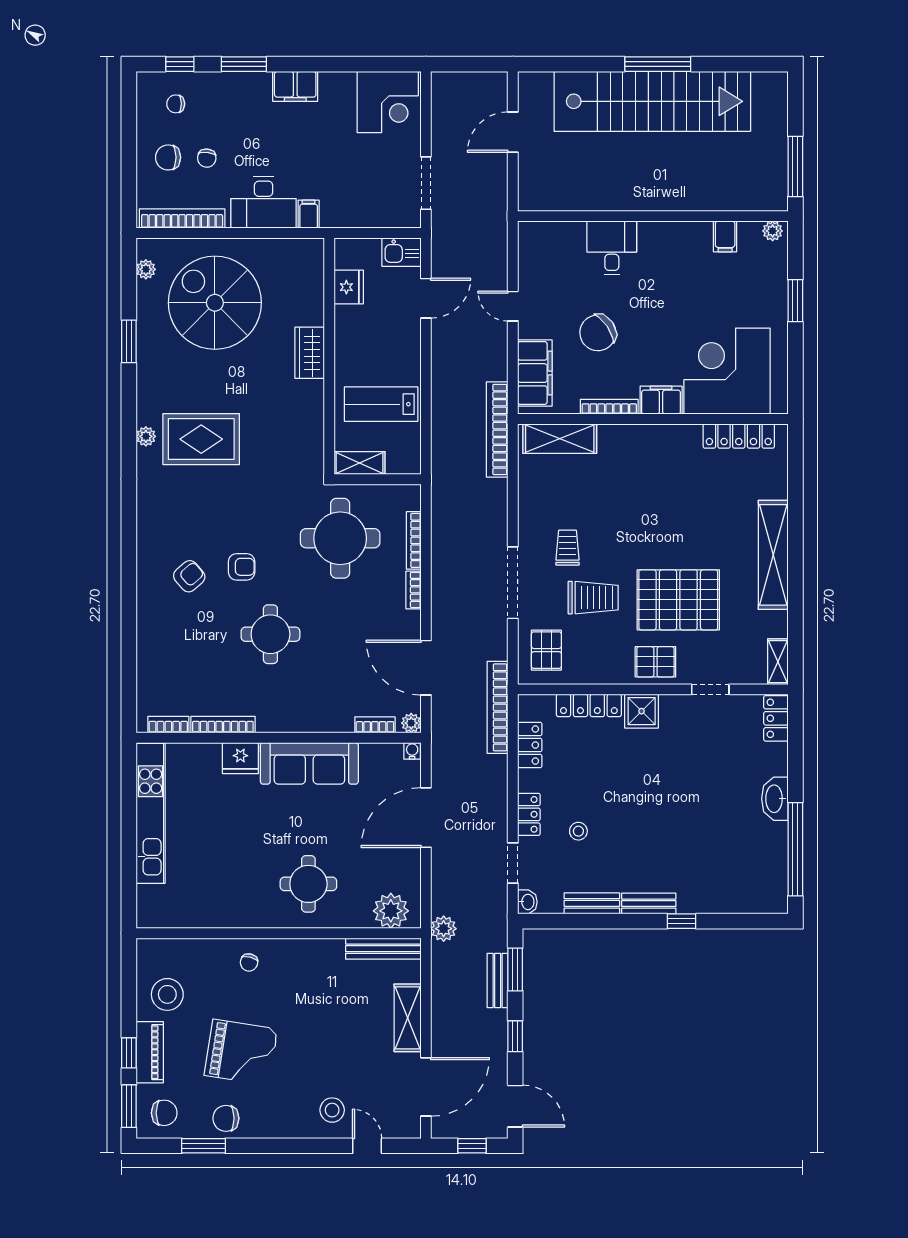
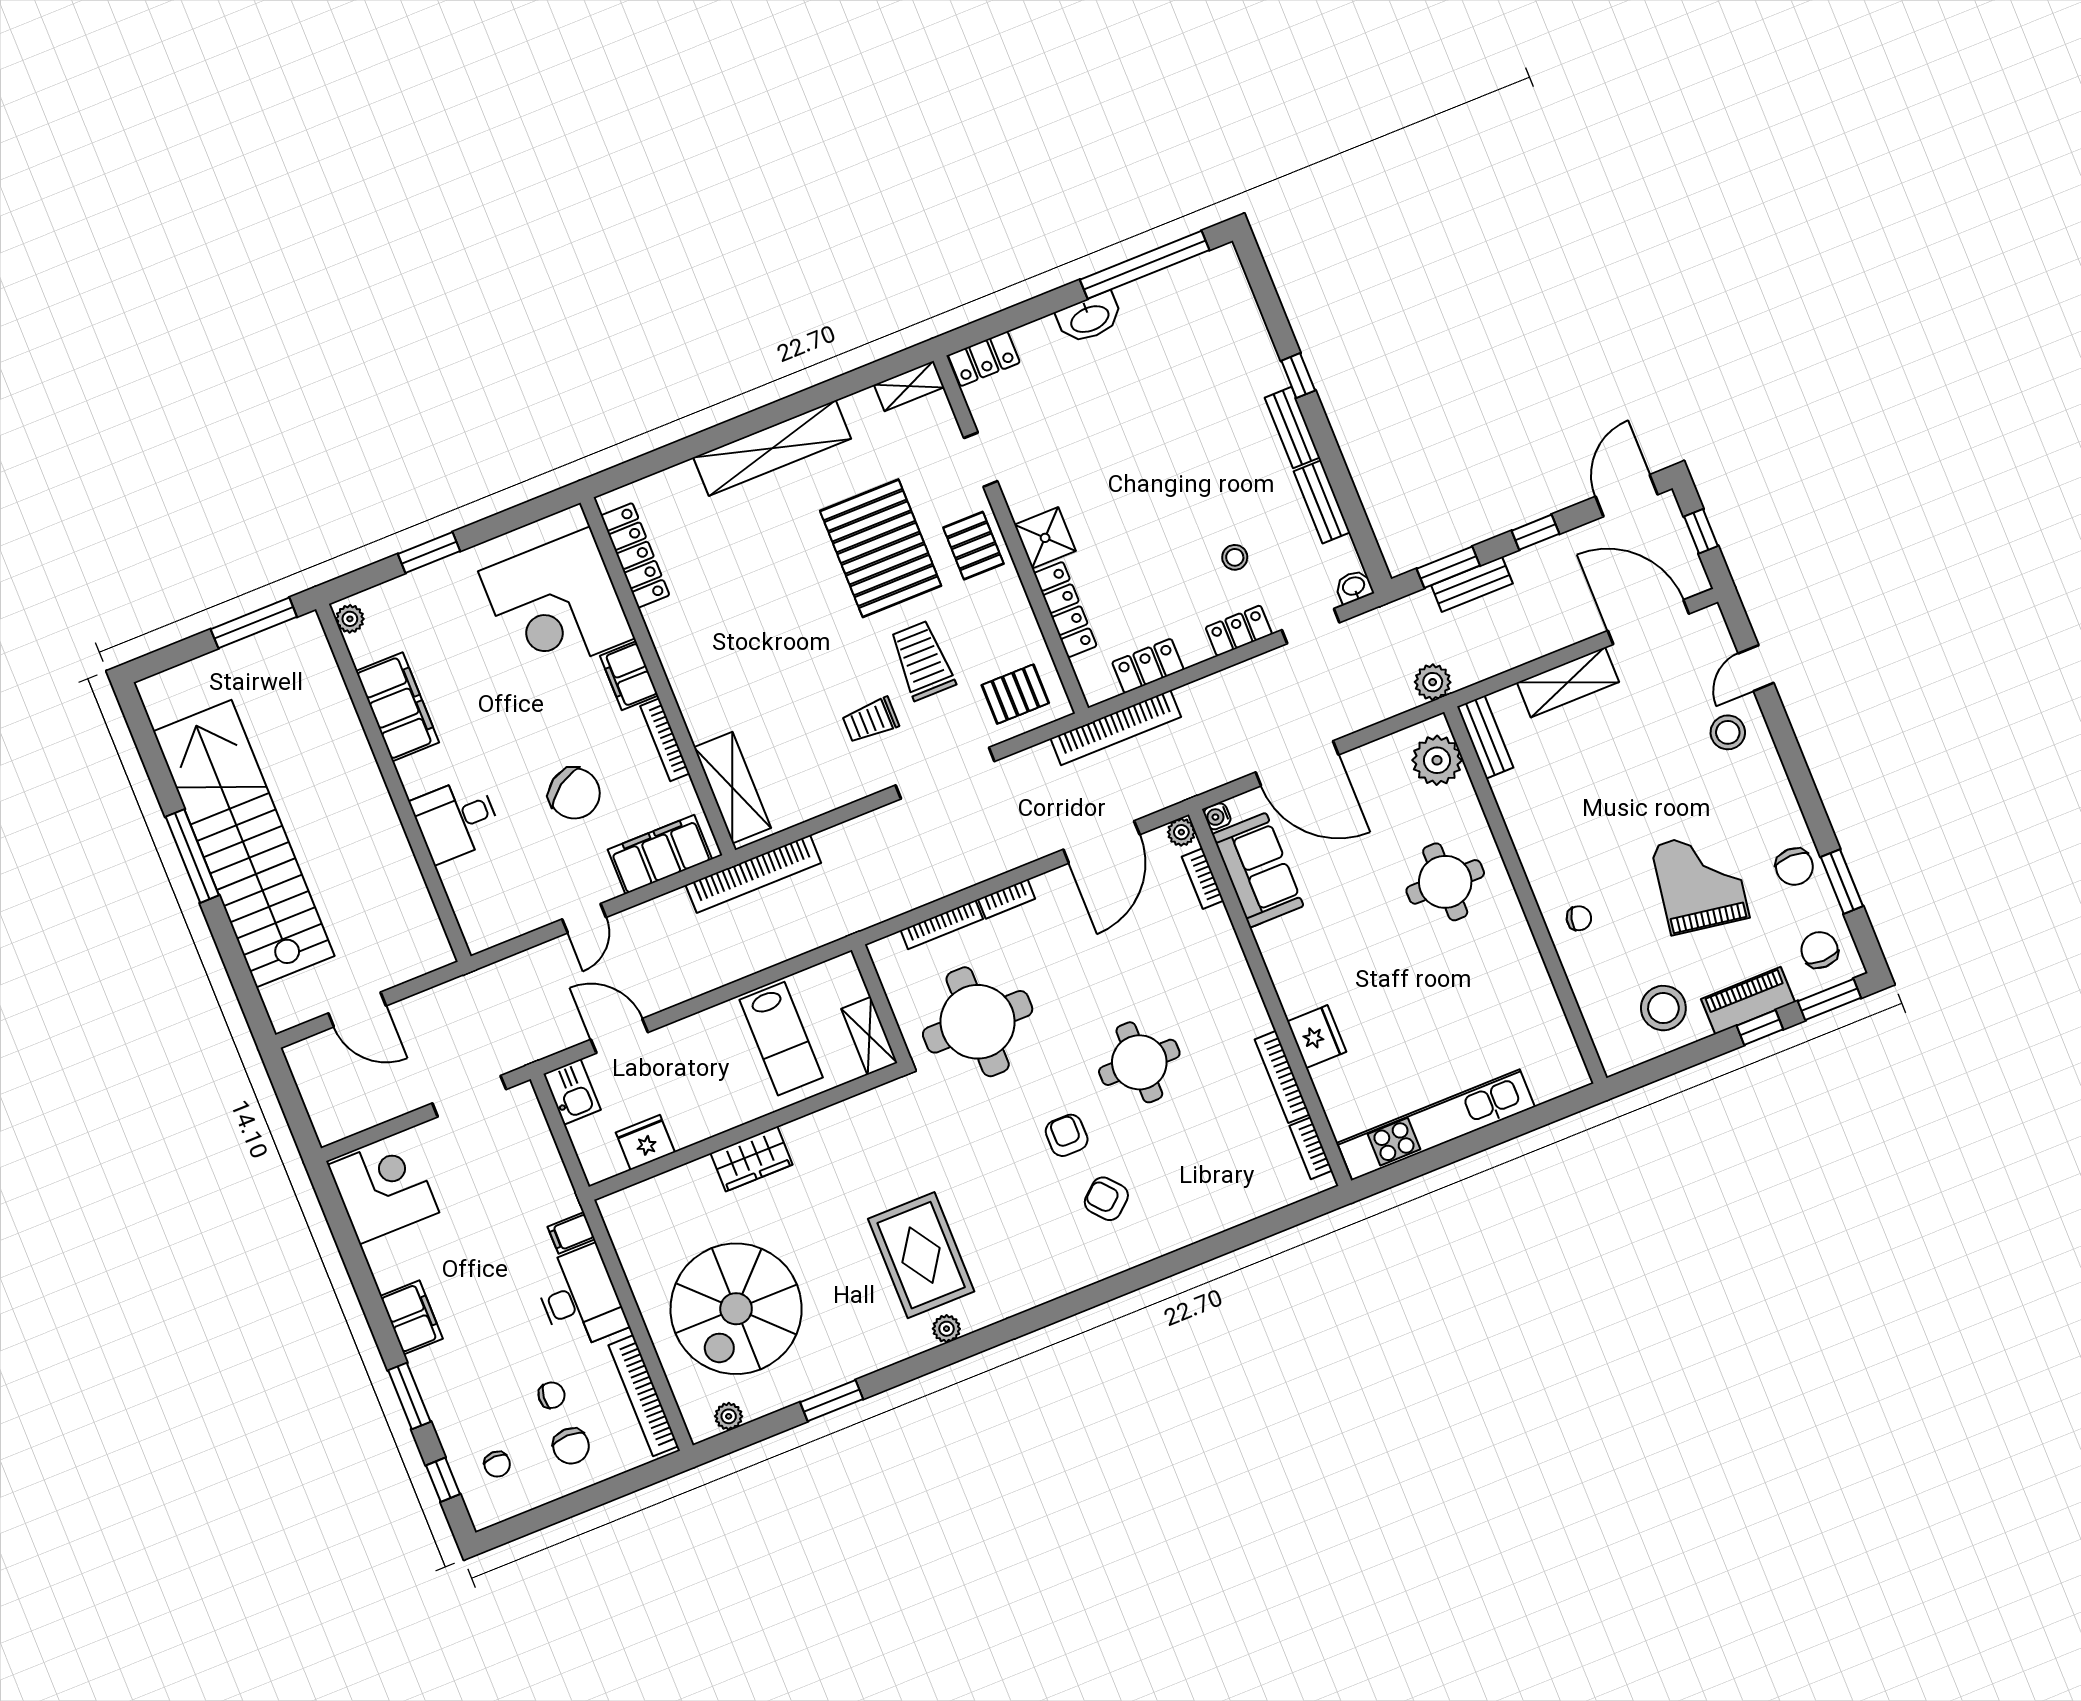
filing cabinet: (725, 236) -> (397, 707), width x3.00, depth x1.17
sofa: (309, 763) -> (1258, 870), moved, width x0.73
bench: (383, 949) -> (1485, 737), width x0.73

